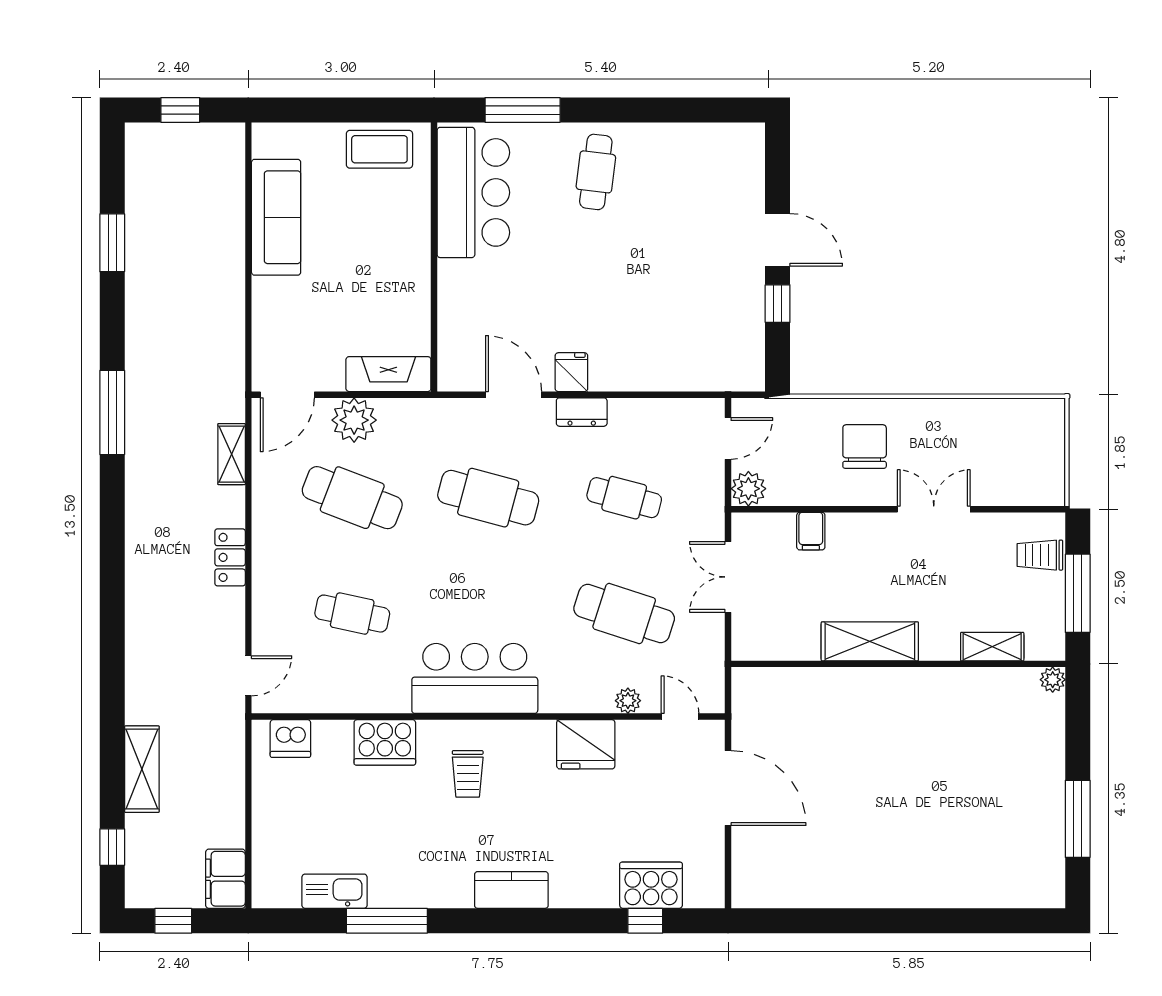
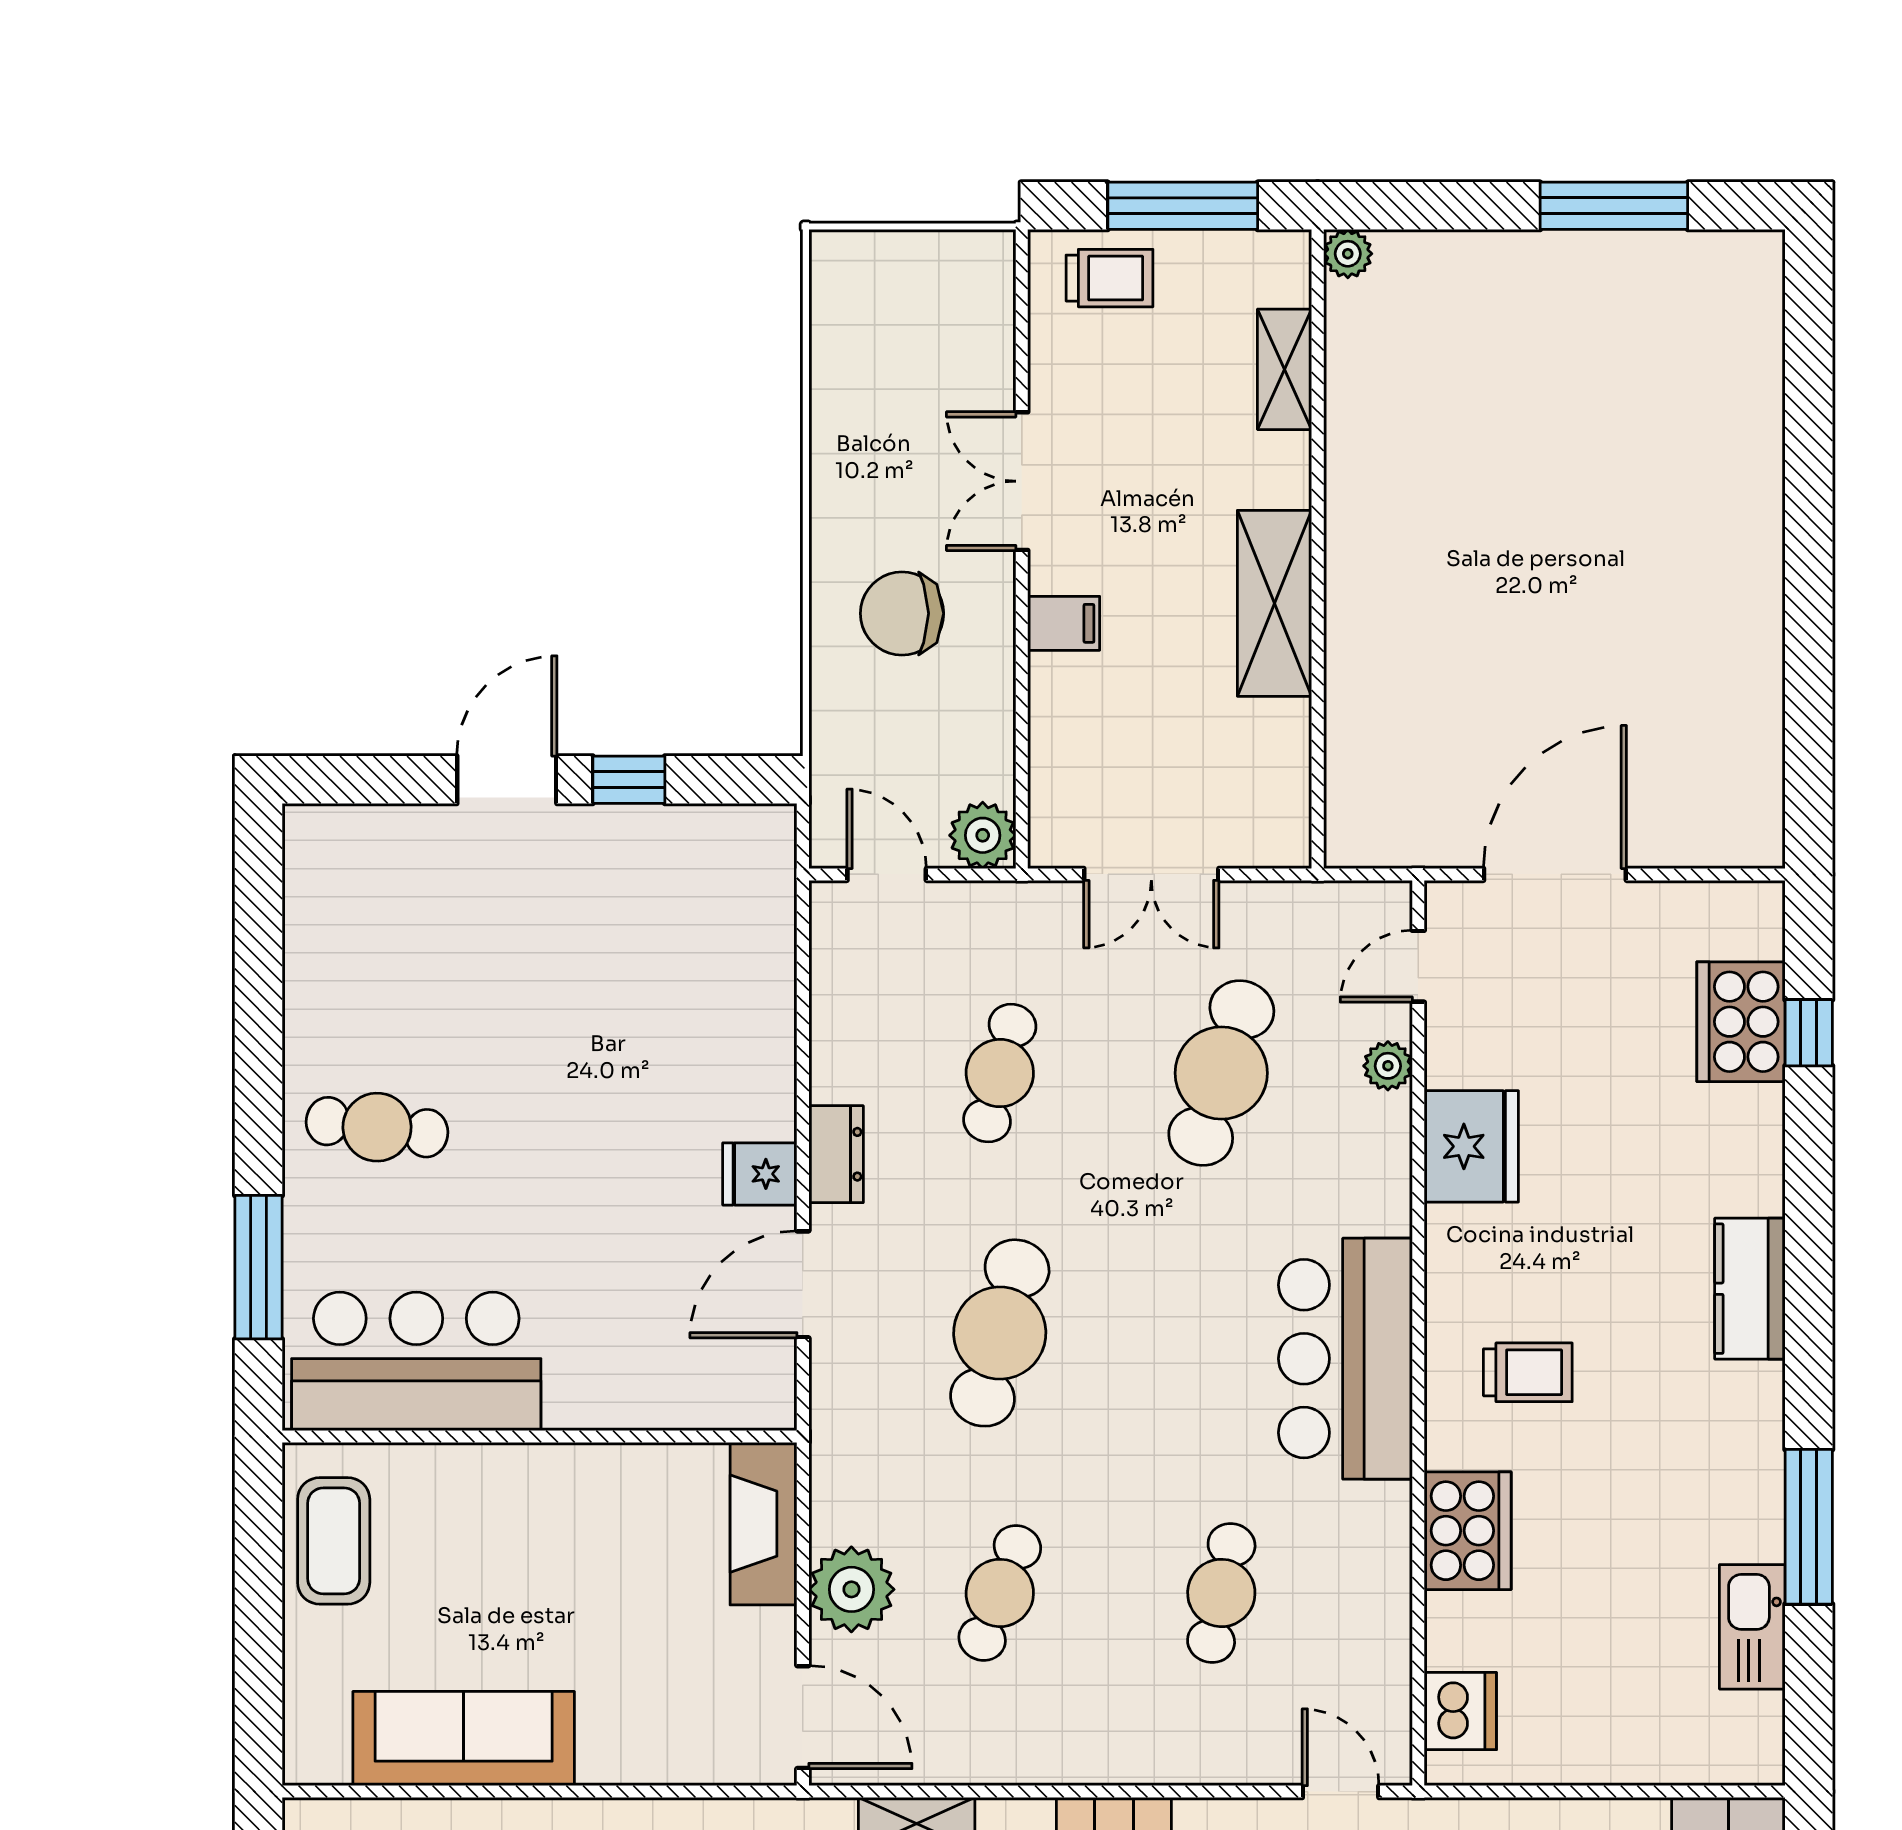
cafe table: (352, 498) -> (1000, 1593), width x0.73, depth x0.74
filing cabinet: (811, 531) -> (1064, 623), moved
trolley: (1040, 555) -> (1110, 278), turned -90

